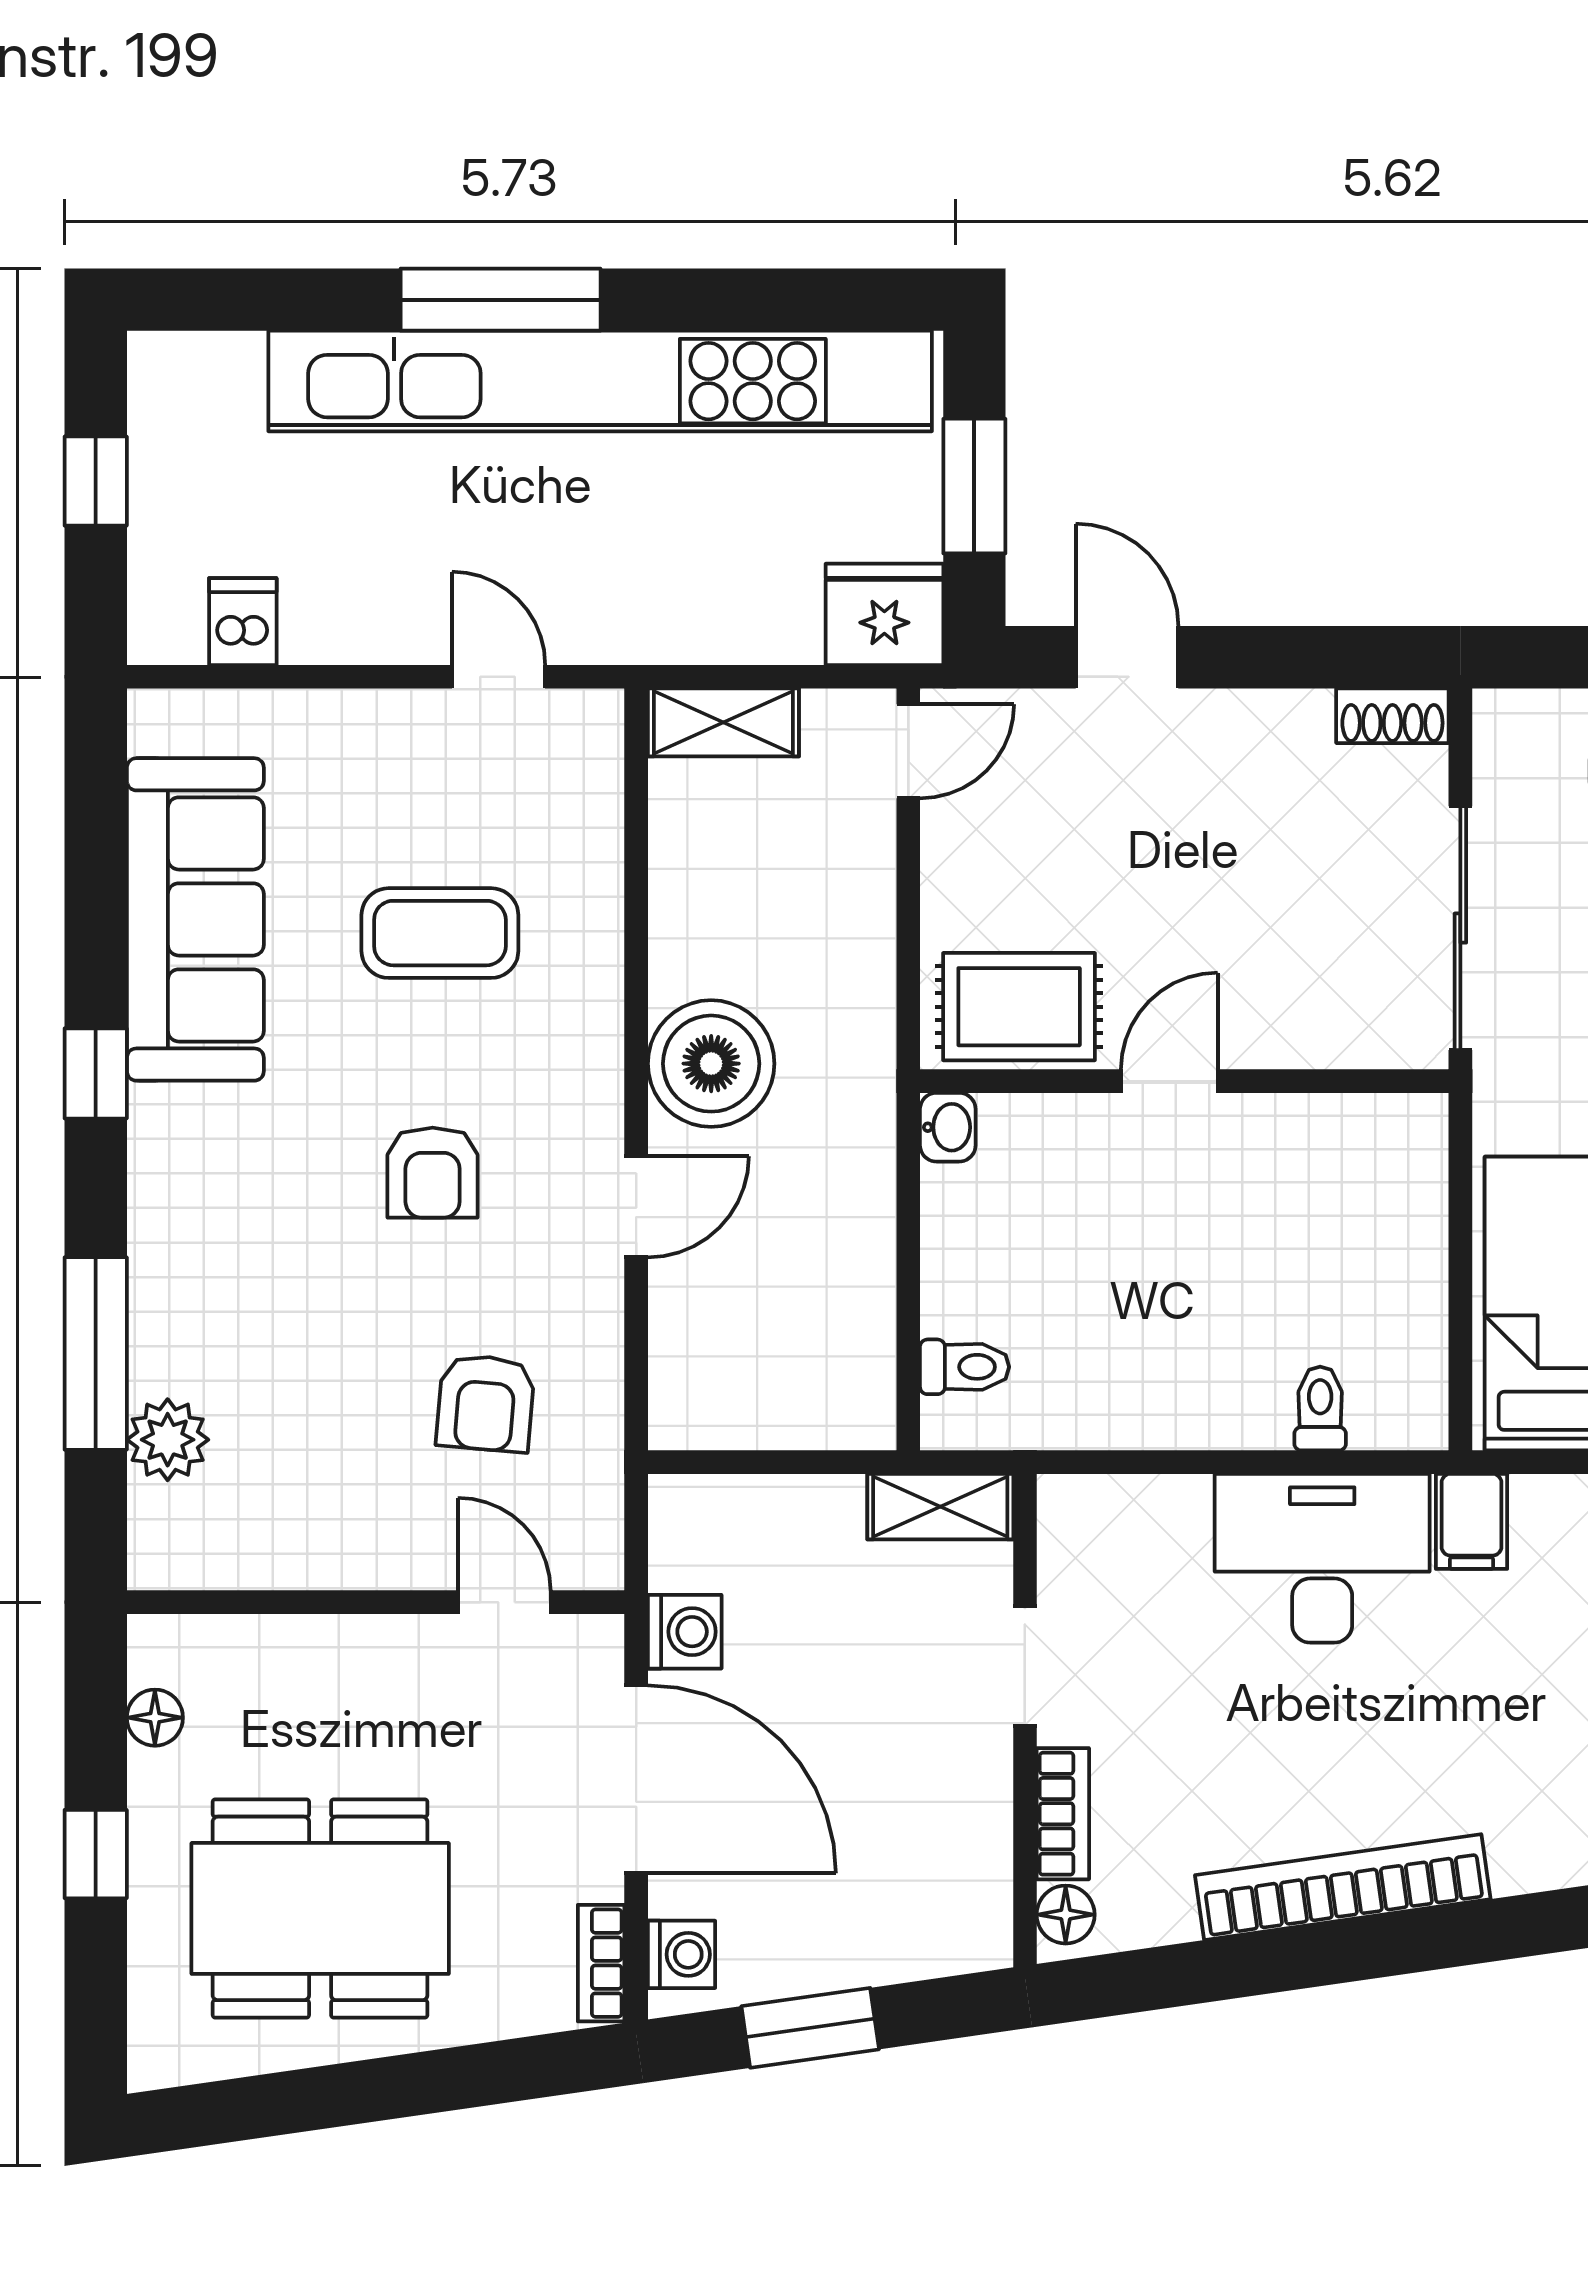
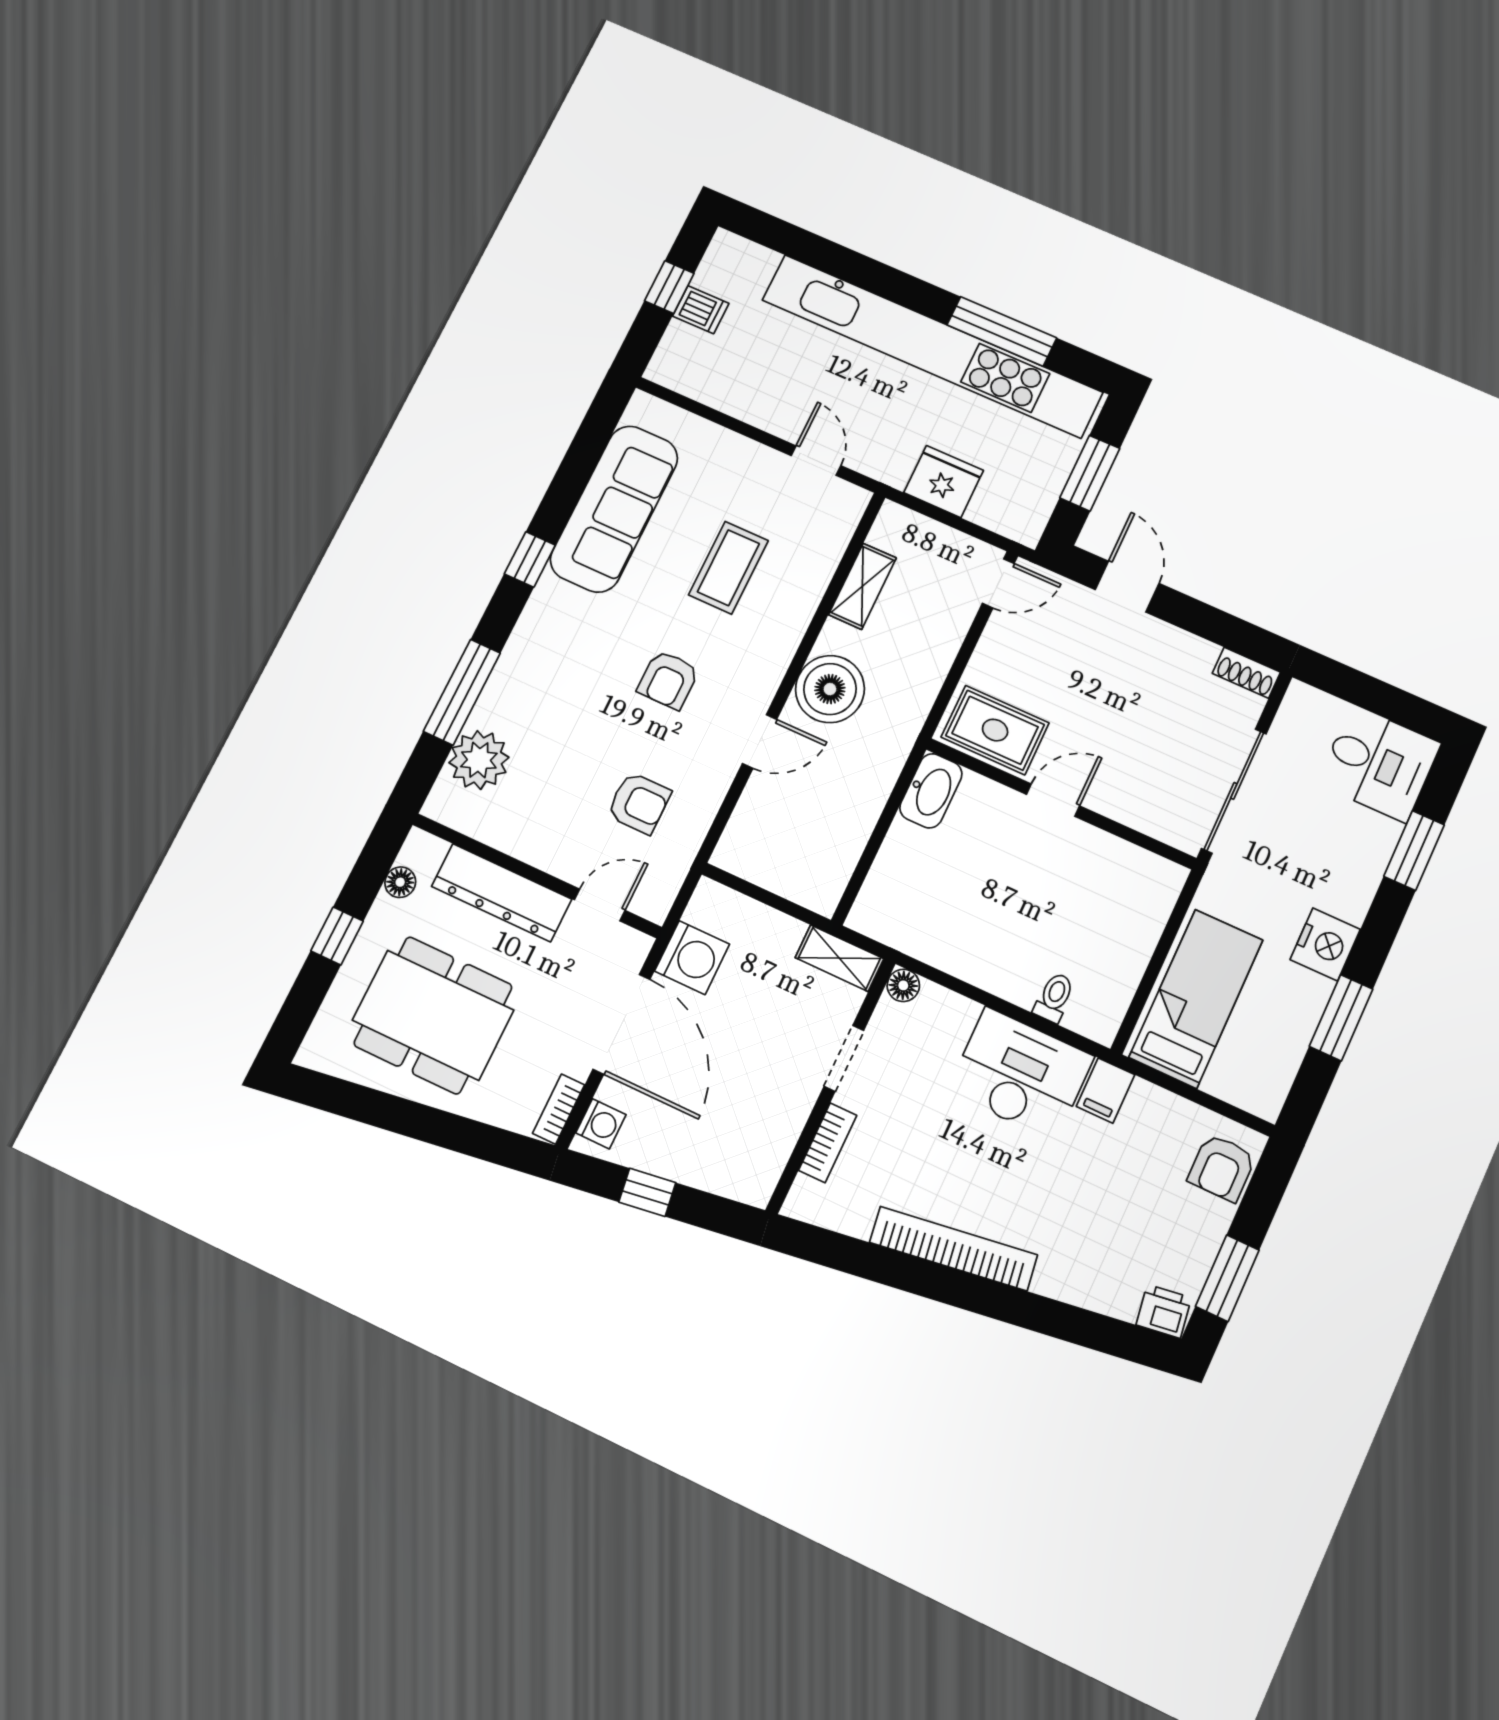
window: (501, 300) -> (1002, 331), moved
fridge: (884, 614) -> (944, 481), moved
dishwasher: (243, 622) -> (701, 310), moved, turned 90
shelving: (723, 722) -> (862, 586), moved, turned 90
coffee table: (440, 933) -> (728, 568), turned 90
washbasin: (948, 1127) -> (931, 791), width x1.91, depth x1.45
toilet: (965, 1367) -> (885, 894), removed
armchair: (486, 1403) -> (639, 803), turned -95
plant: (168, 1440) -> (479, 760), width x1.36, depth x1.36
door: (504, 1602) -> (600, 905), hinge flipped
washing machine: (685, 1632) -> (692, 958), width x1.38, depth x1.38
dresser: (332, 1657) -> (502, 893), added
floor lamp: (1066, 1915) -> (903, 985), moved
window: (810, 2028) -> (647, 1192), width x0.67

